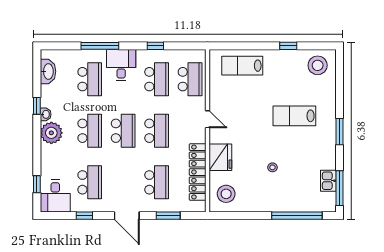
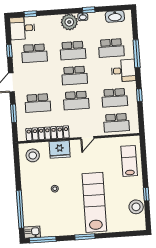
stool: (318, 65) -> (136, 207), moved
lab bench: (294, 116) -> (94, 202), width x1.86, depth x1.39
kitchen sink: (328, 181) -> (32, 232), moved

